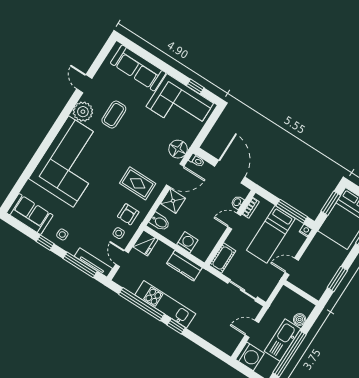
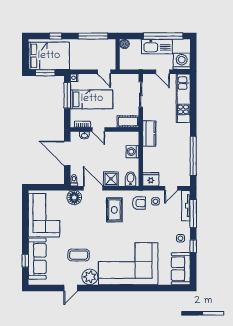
window: (195, 87) -> (25, 261), moved
door: (230, 172) -> (67, 153), hinge flipped
kitchen counter: (184, 266) -> (149, 133), moved
window: (337, 279) -> (93, 36), width x1.44
kitchen unit: (165, 304) -> (183, 98), moved
boiler: (300, 319) -> (124, 44), moved
window: (176, 326) -> (193, 123), removed

